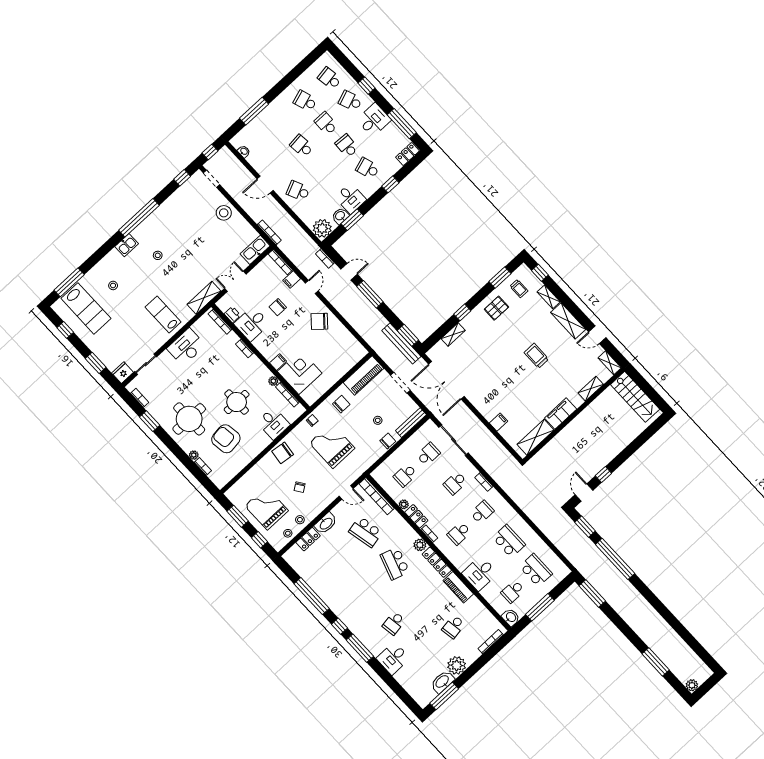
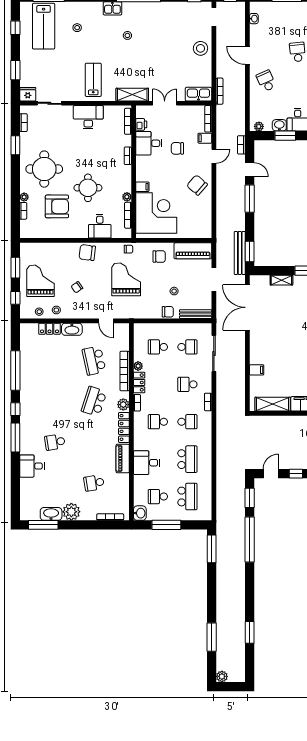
plant: (322, 228) -> (259, 126), width x0.53, depth x0.53
corner desk: (300, 372) -> (156, 213), width x1.36, depth x1.36
armchair: (226, 439) -> (57, 206), turned 98
bookcase: (377, 496) -> (125, 371), moved
window: (682, 631) -> (250, 632), added

